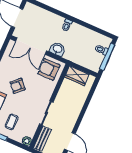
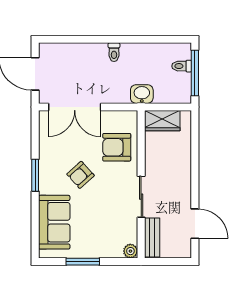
washbasin: (57, 49) -> (142, 94), moved
armchair: (49, 69) -> (117, 147), moved
coffee table: (11, 122) -> (95, 233), removed

